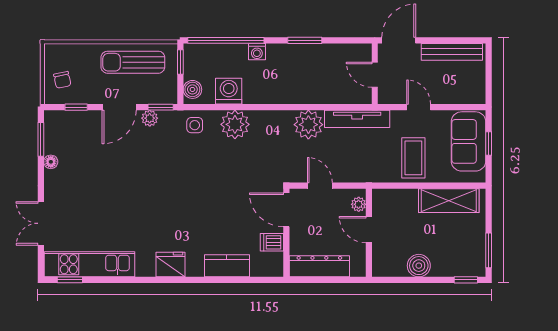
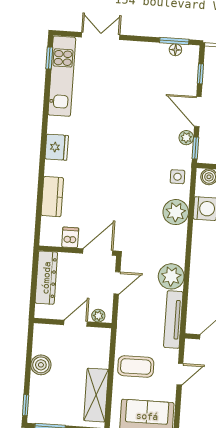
floor lamp: (51, 162) -> (175, 50), moved

